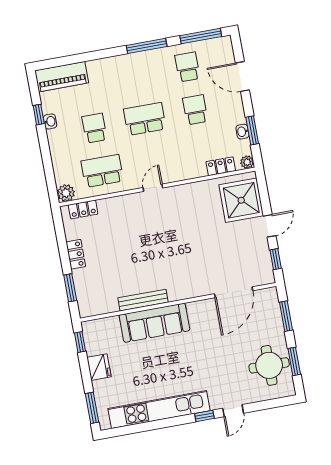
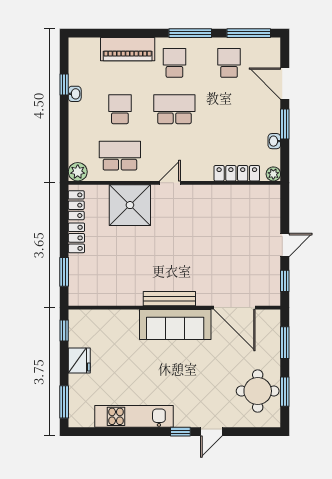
piano: (62, 77) -> (128, 49), moved
school desk: (195, 110) -> (174, 63), moved
window: (252, 130) -> (285, 124), moved
locker: (221, 166) -> (237, 173), width x1.53
shower: (241, 200) -> (130, 205), moved
locker: (83, 209) -> (76, 205), moved, turned -90
door: (234, 292) -> (234, 308), hinge flipped
bench: (143, 300) -> (169, 299), moved
sofa: (154, 323) -> (175, 324), moved
kitchen unit: (159, 410) -> (134, 416), width x0.73

